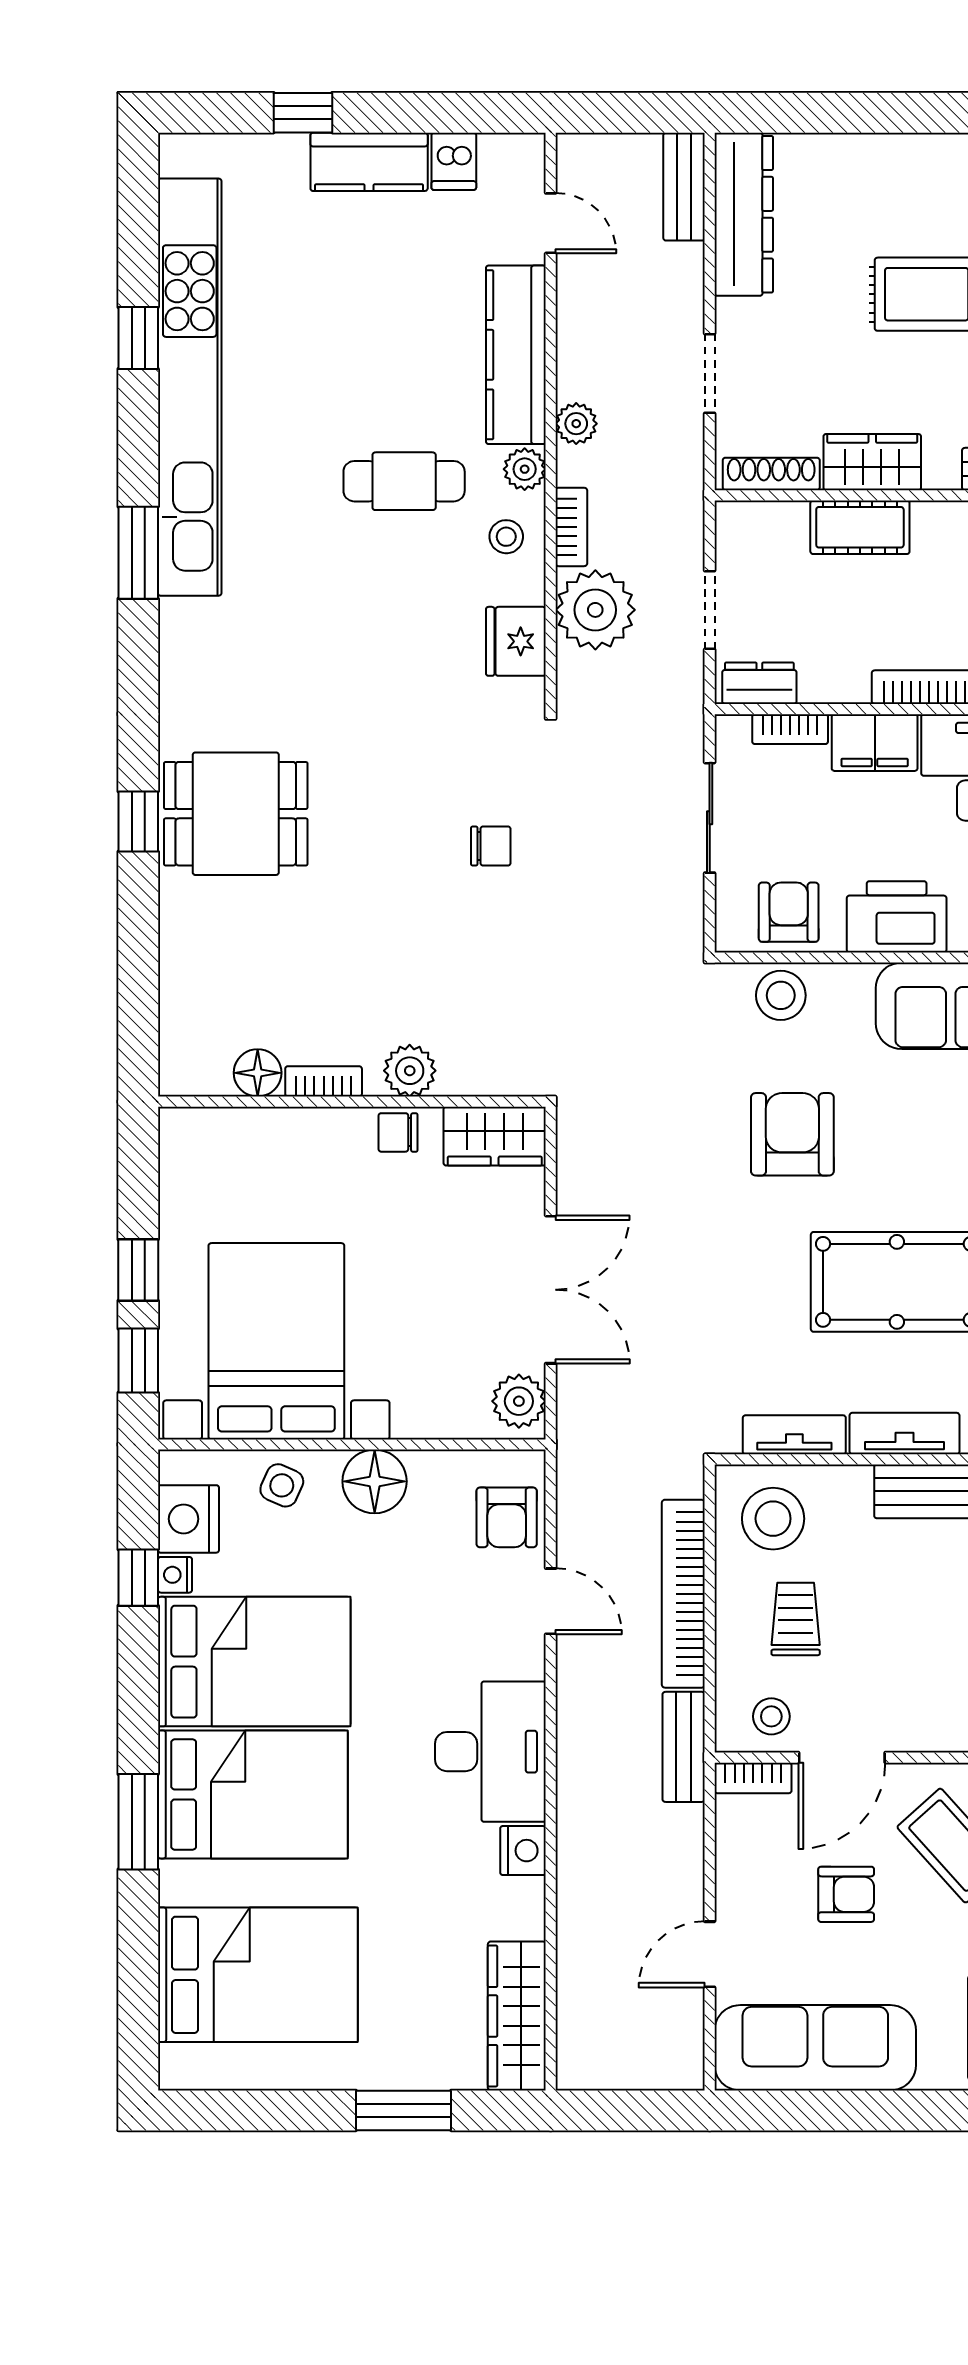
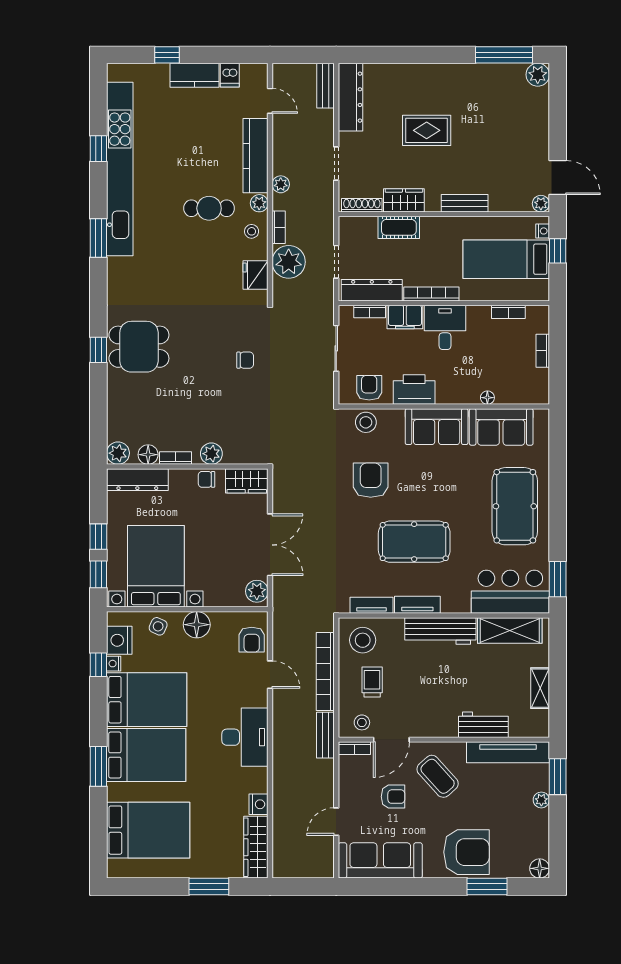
dresser: (759, 683) -> (372, 290), width x1.96, depth x1.24
plant: (185, 1069) -> (118, 453), added
dresser: (232, 1133) -> (137, 480), added
nightstand: (523, 1851) -> (259, 804), moved

